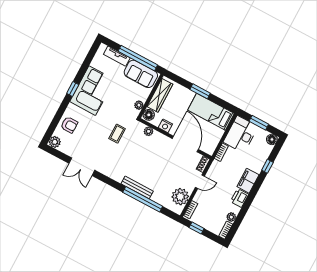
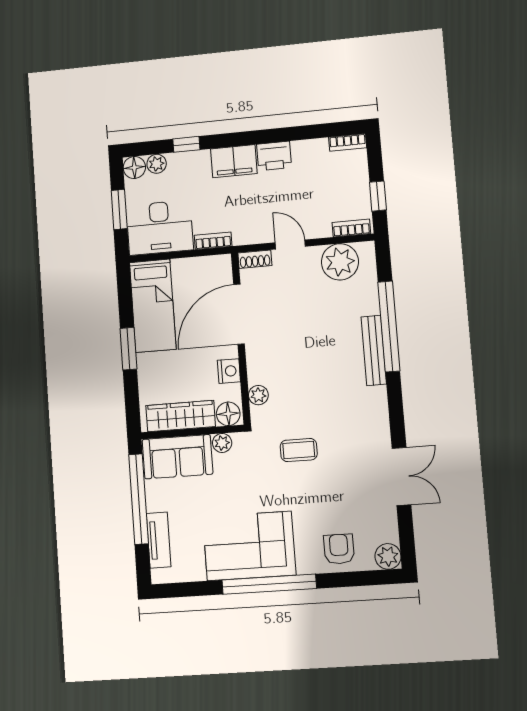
sofa: (141, 74) -> (177, 457), moved, turned 90
window: (73, 89) -> (269, 584), width x3.17
plant: (231, 217) -> (157, 164), moved

